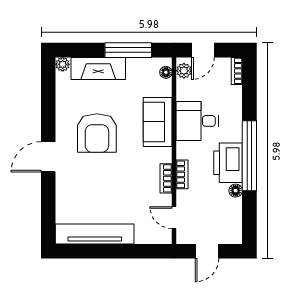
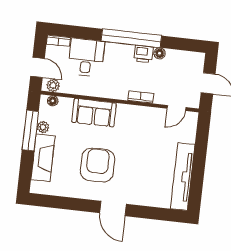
plant: (63, 64) -> (43, 127), moved
desk: (197, 121) -> (86, 57), moved, turned 180
armchair: (97, 133) -> (98, 165), turned -90
printer: (228, 163) -> (143, 54), width x0.53, depth x0.68
bookcase: (166, 178) -> (143, 111), removed

